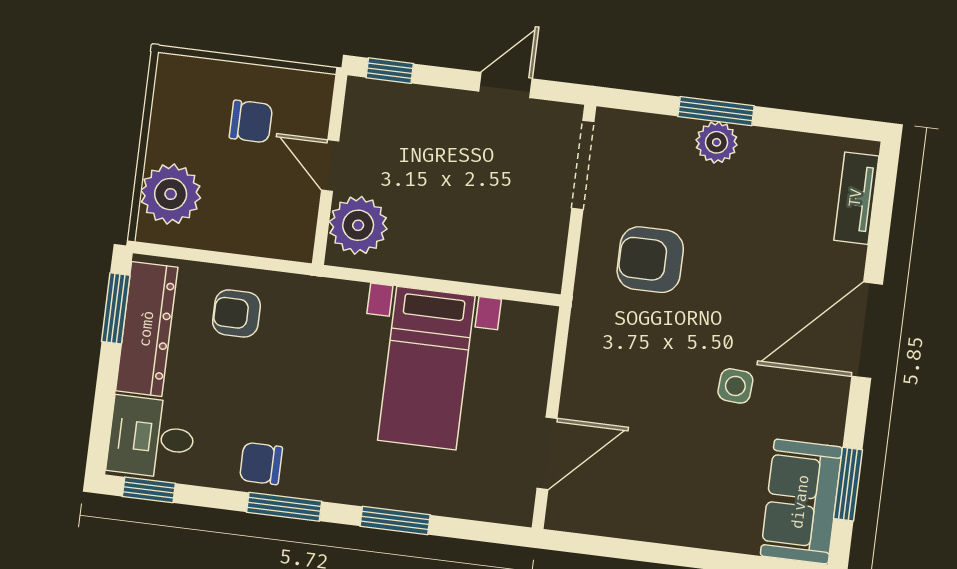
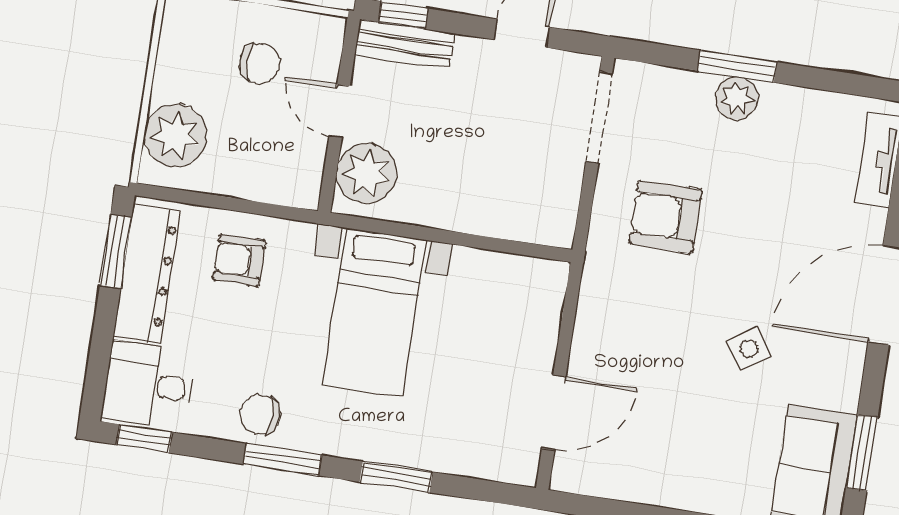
bench: (391, 99) -> (404, 44), added
bed with nightstands: (426, 368) -> (374, 313), moved
side table: (735, 386) -> (749, 349), turned -38

